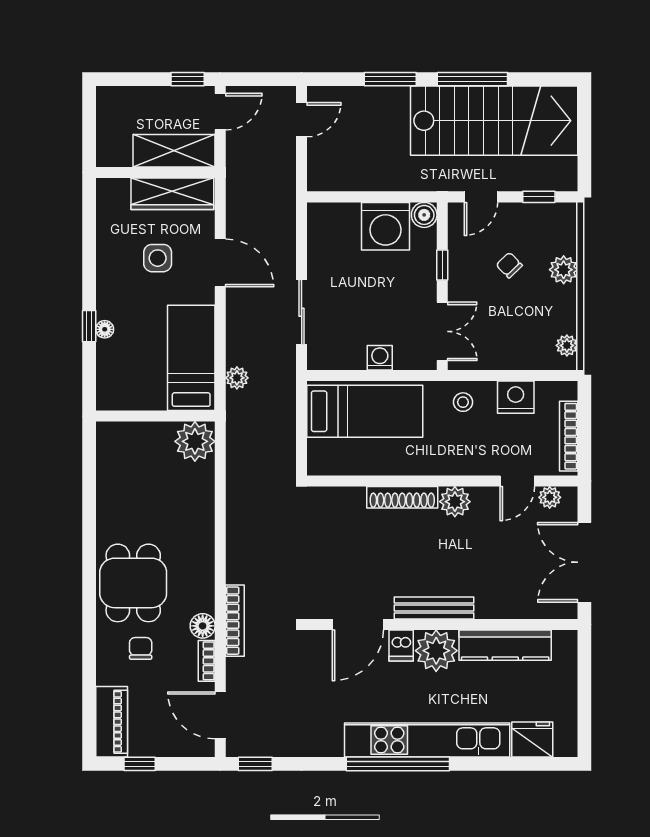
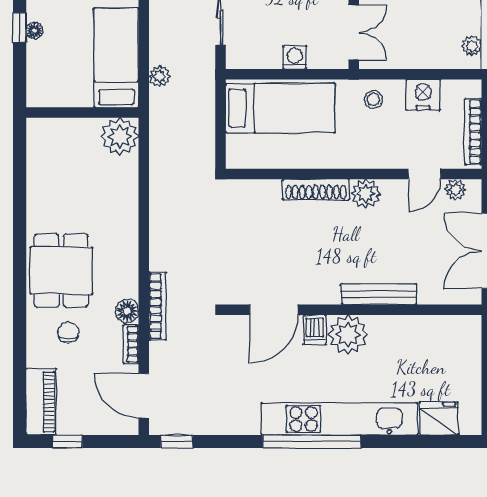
bench: (434, 608) -> (379, 294), moved
kitchen counter: (505, 645) -> (413, 329), removed

